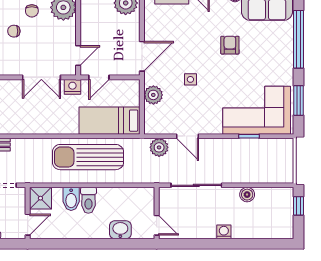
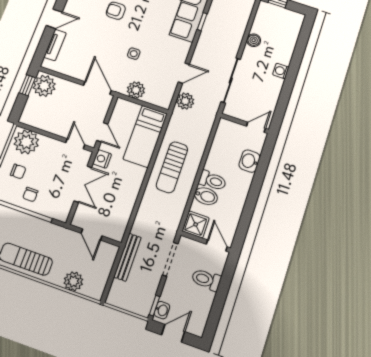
sun lounger: (88, 157) -> (172, 167), width x0.73, depth x0.75

